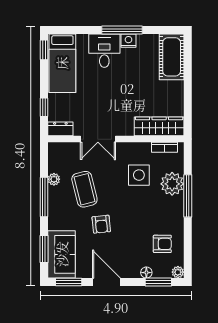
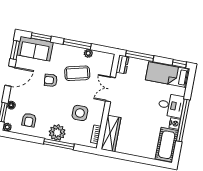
window: (122, 30) -> (183, 120), width x1.46
cot: (172, 57) -> (167, 145), moved, turned 90
window: (44, 107) -> (140, 56), width x2.17
plant: (172, 184) -> (57, 133), moved

